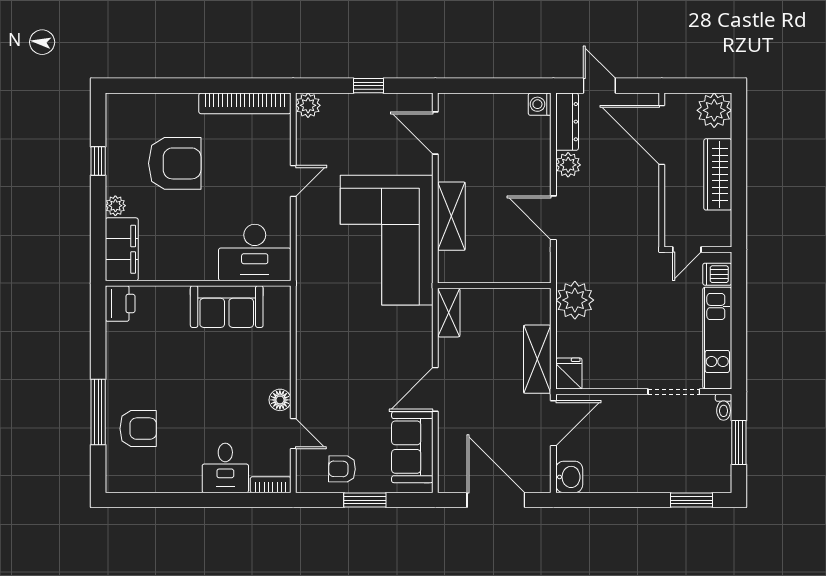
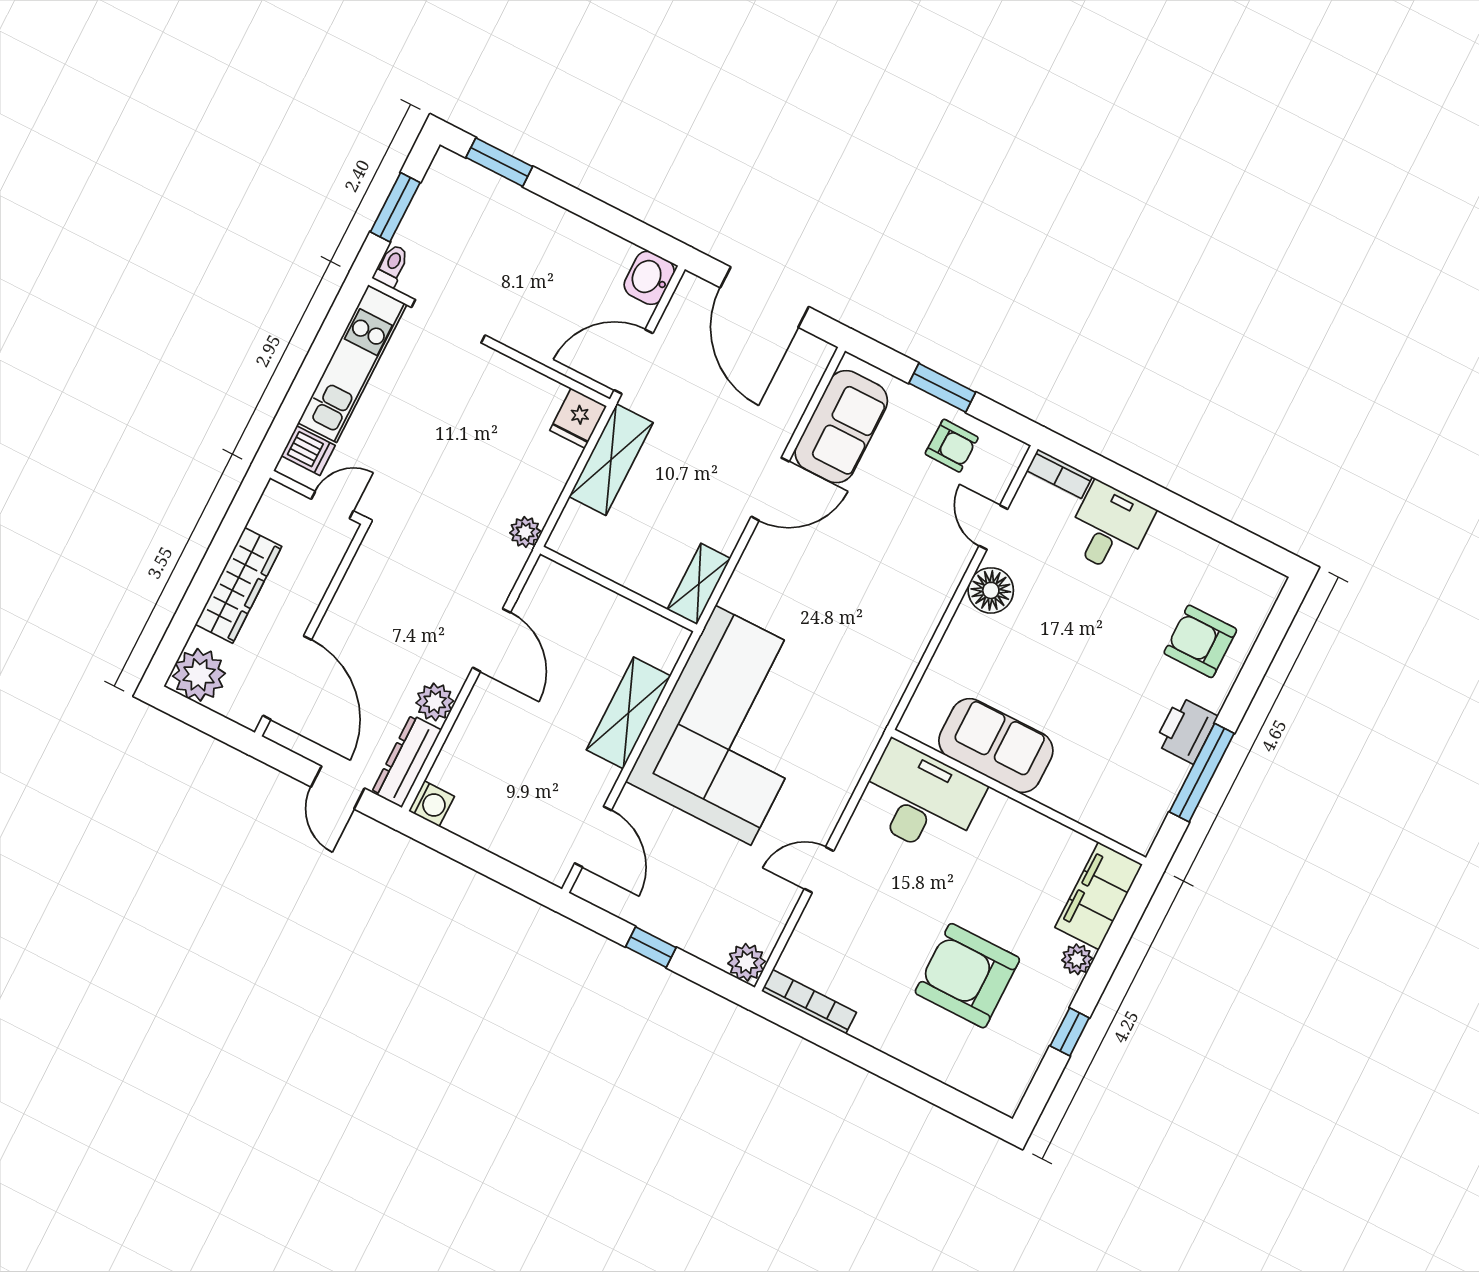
bookcase: (245, 103) -> (809, 1002), width x0.68, depth x0.76
plant: (575, 300) -> (525, 532), width x0.53, depth x0.53
printer: (120, 304) -> (1186, 730), moved
floor lamp: (280, 400) -> (991, 590), width x1.38, depth x1.38
window: (98, 412) -> (1202, 773), moved

